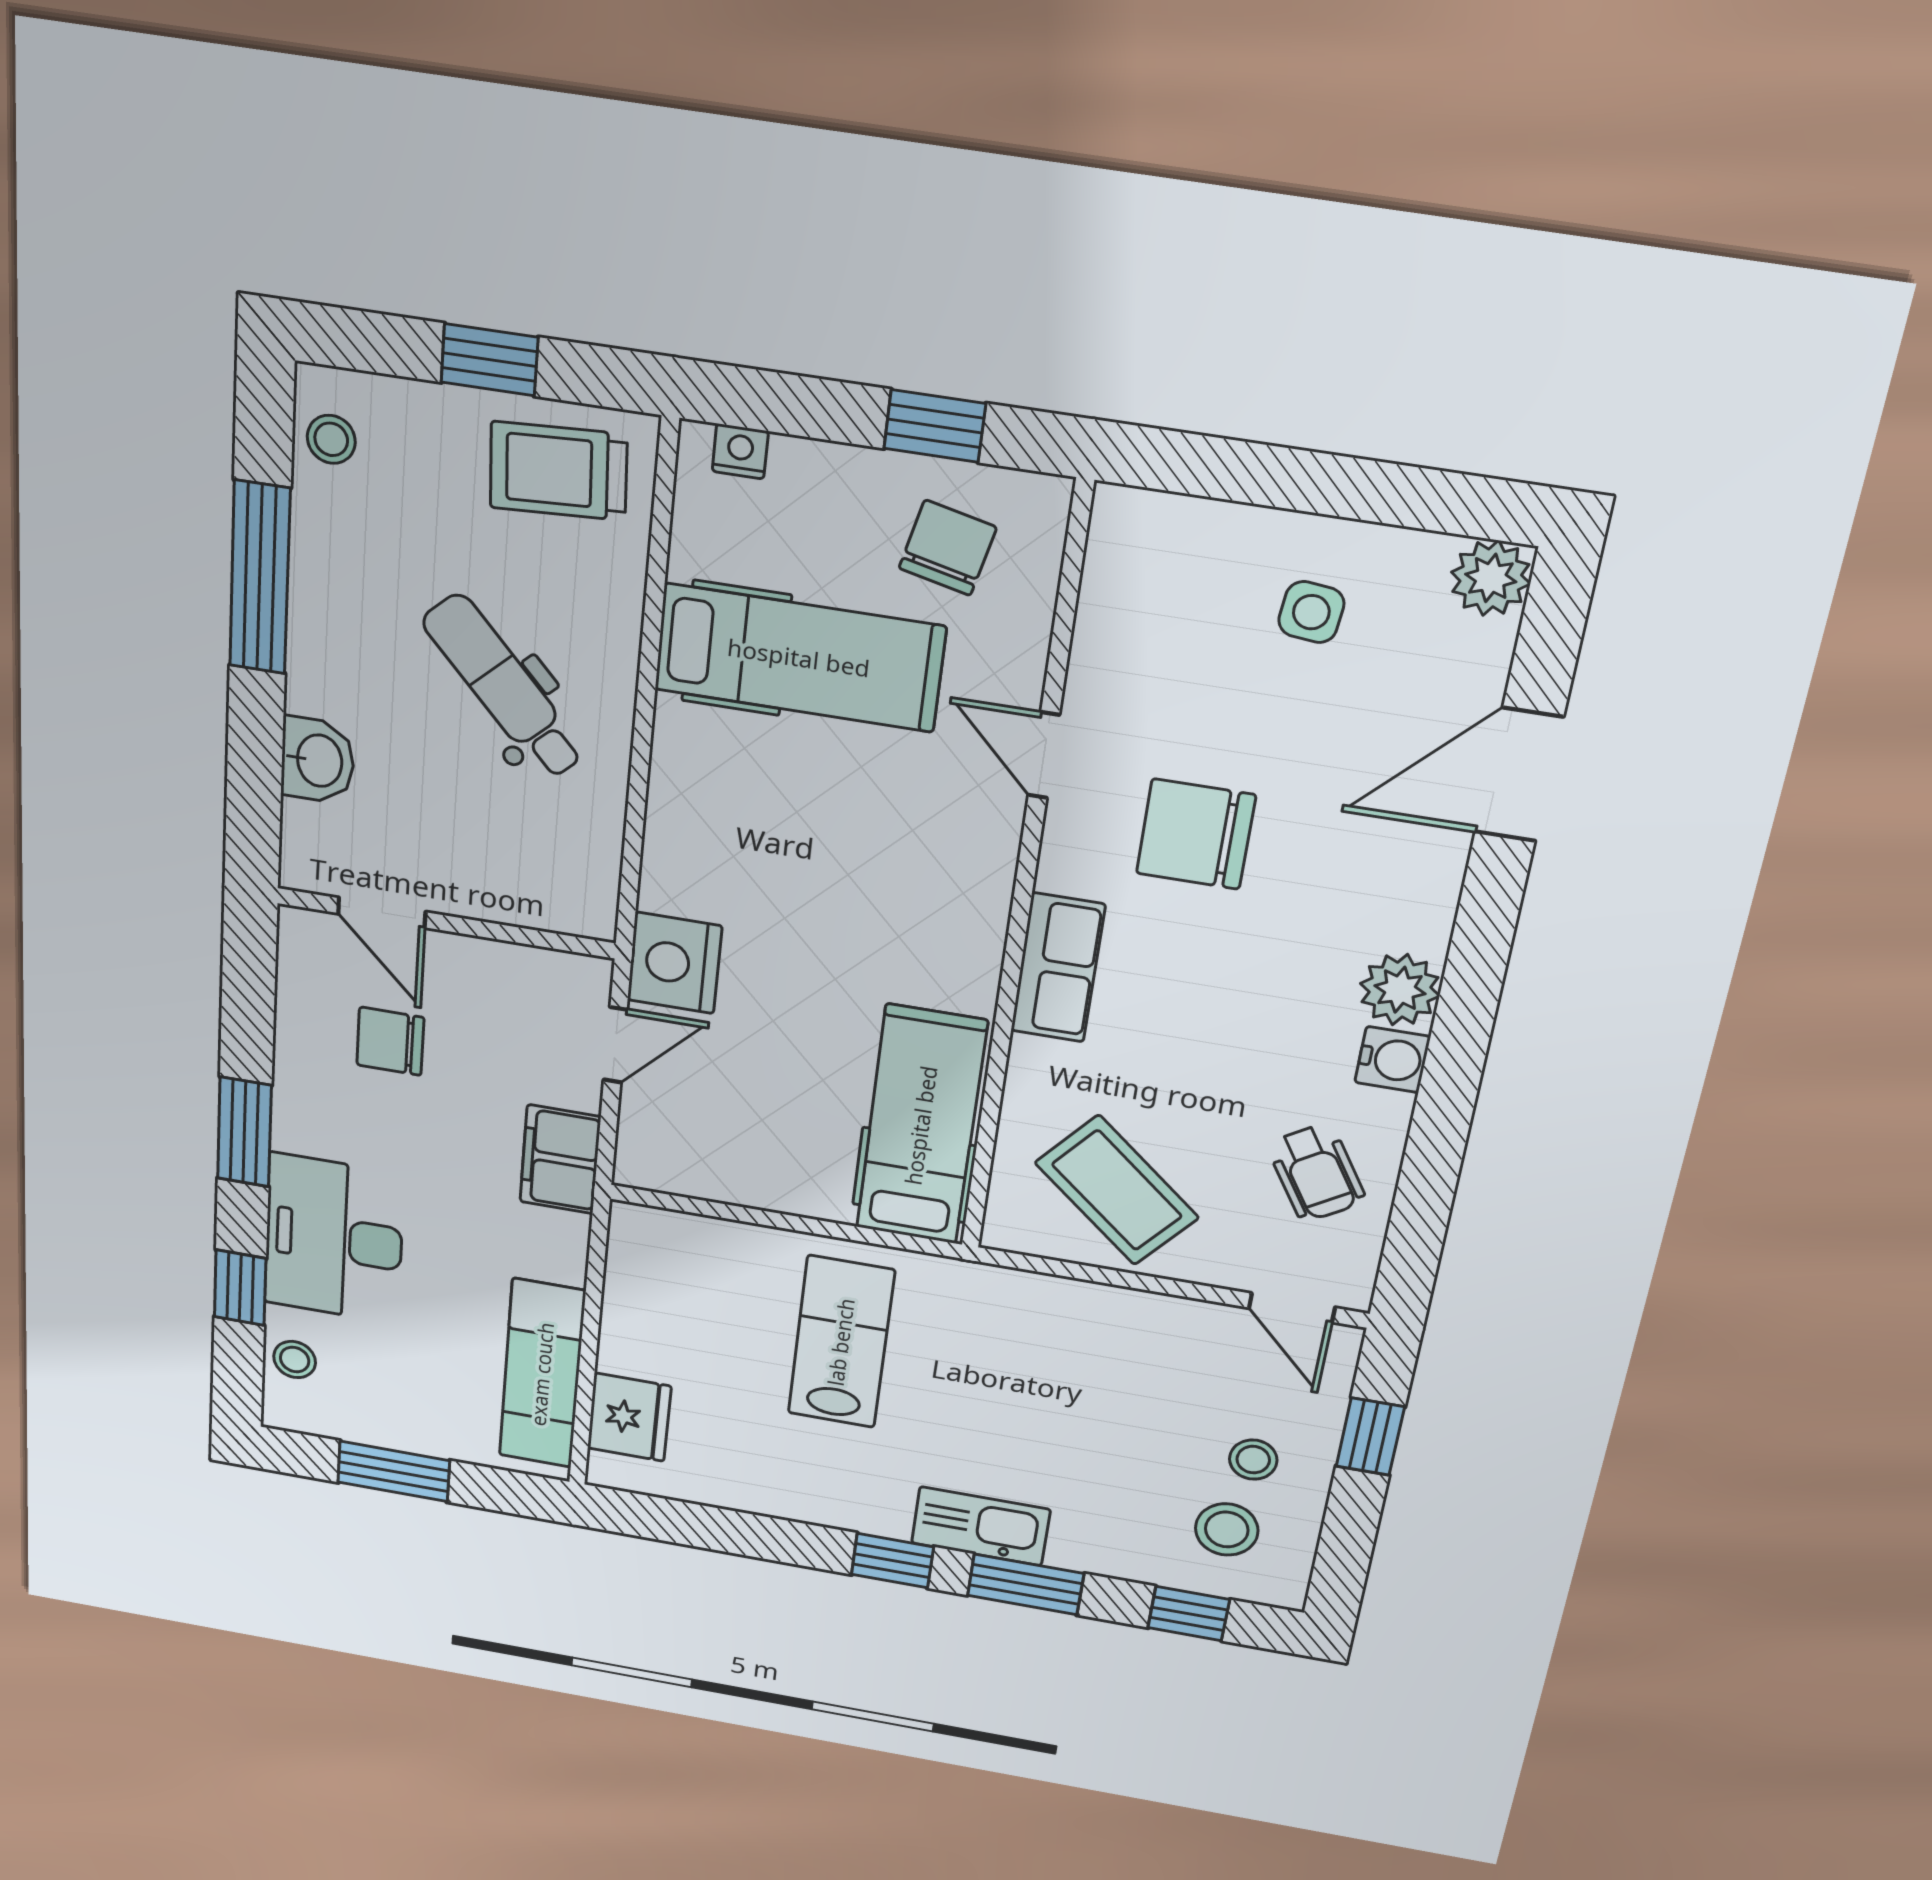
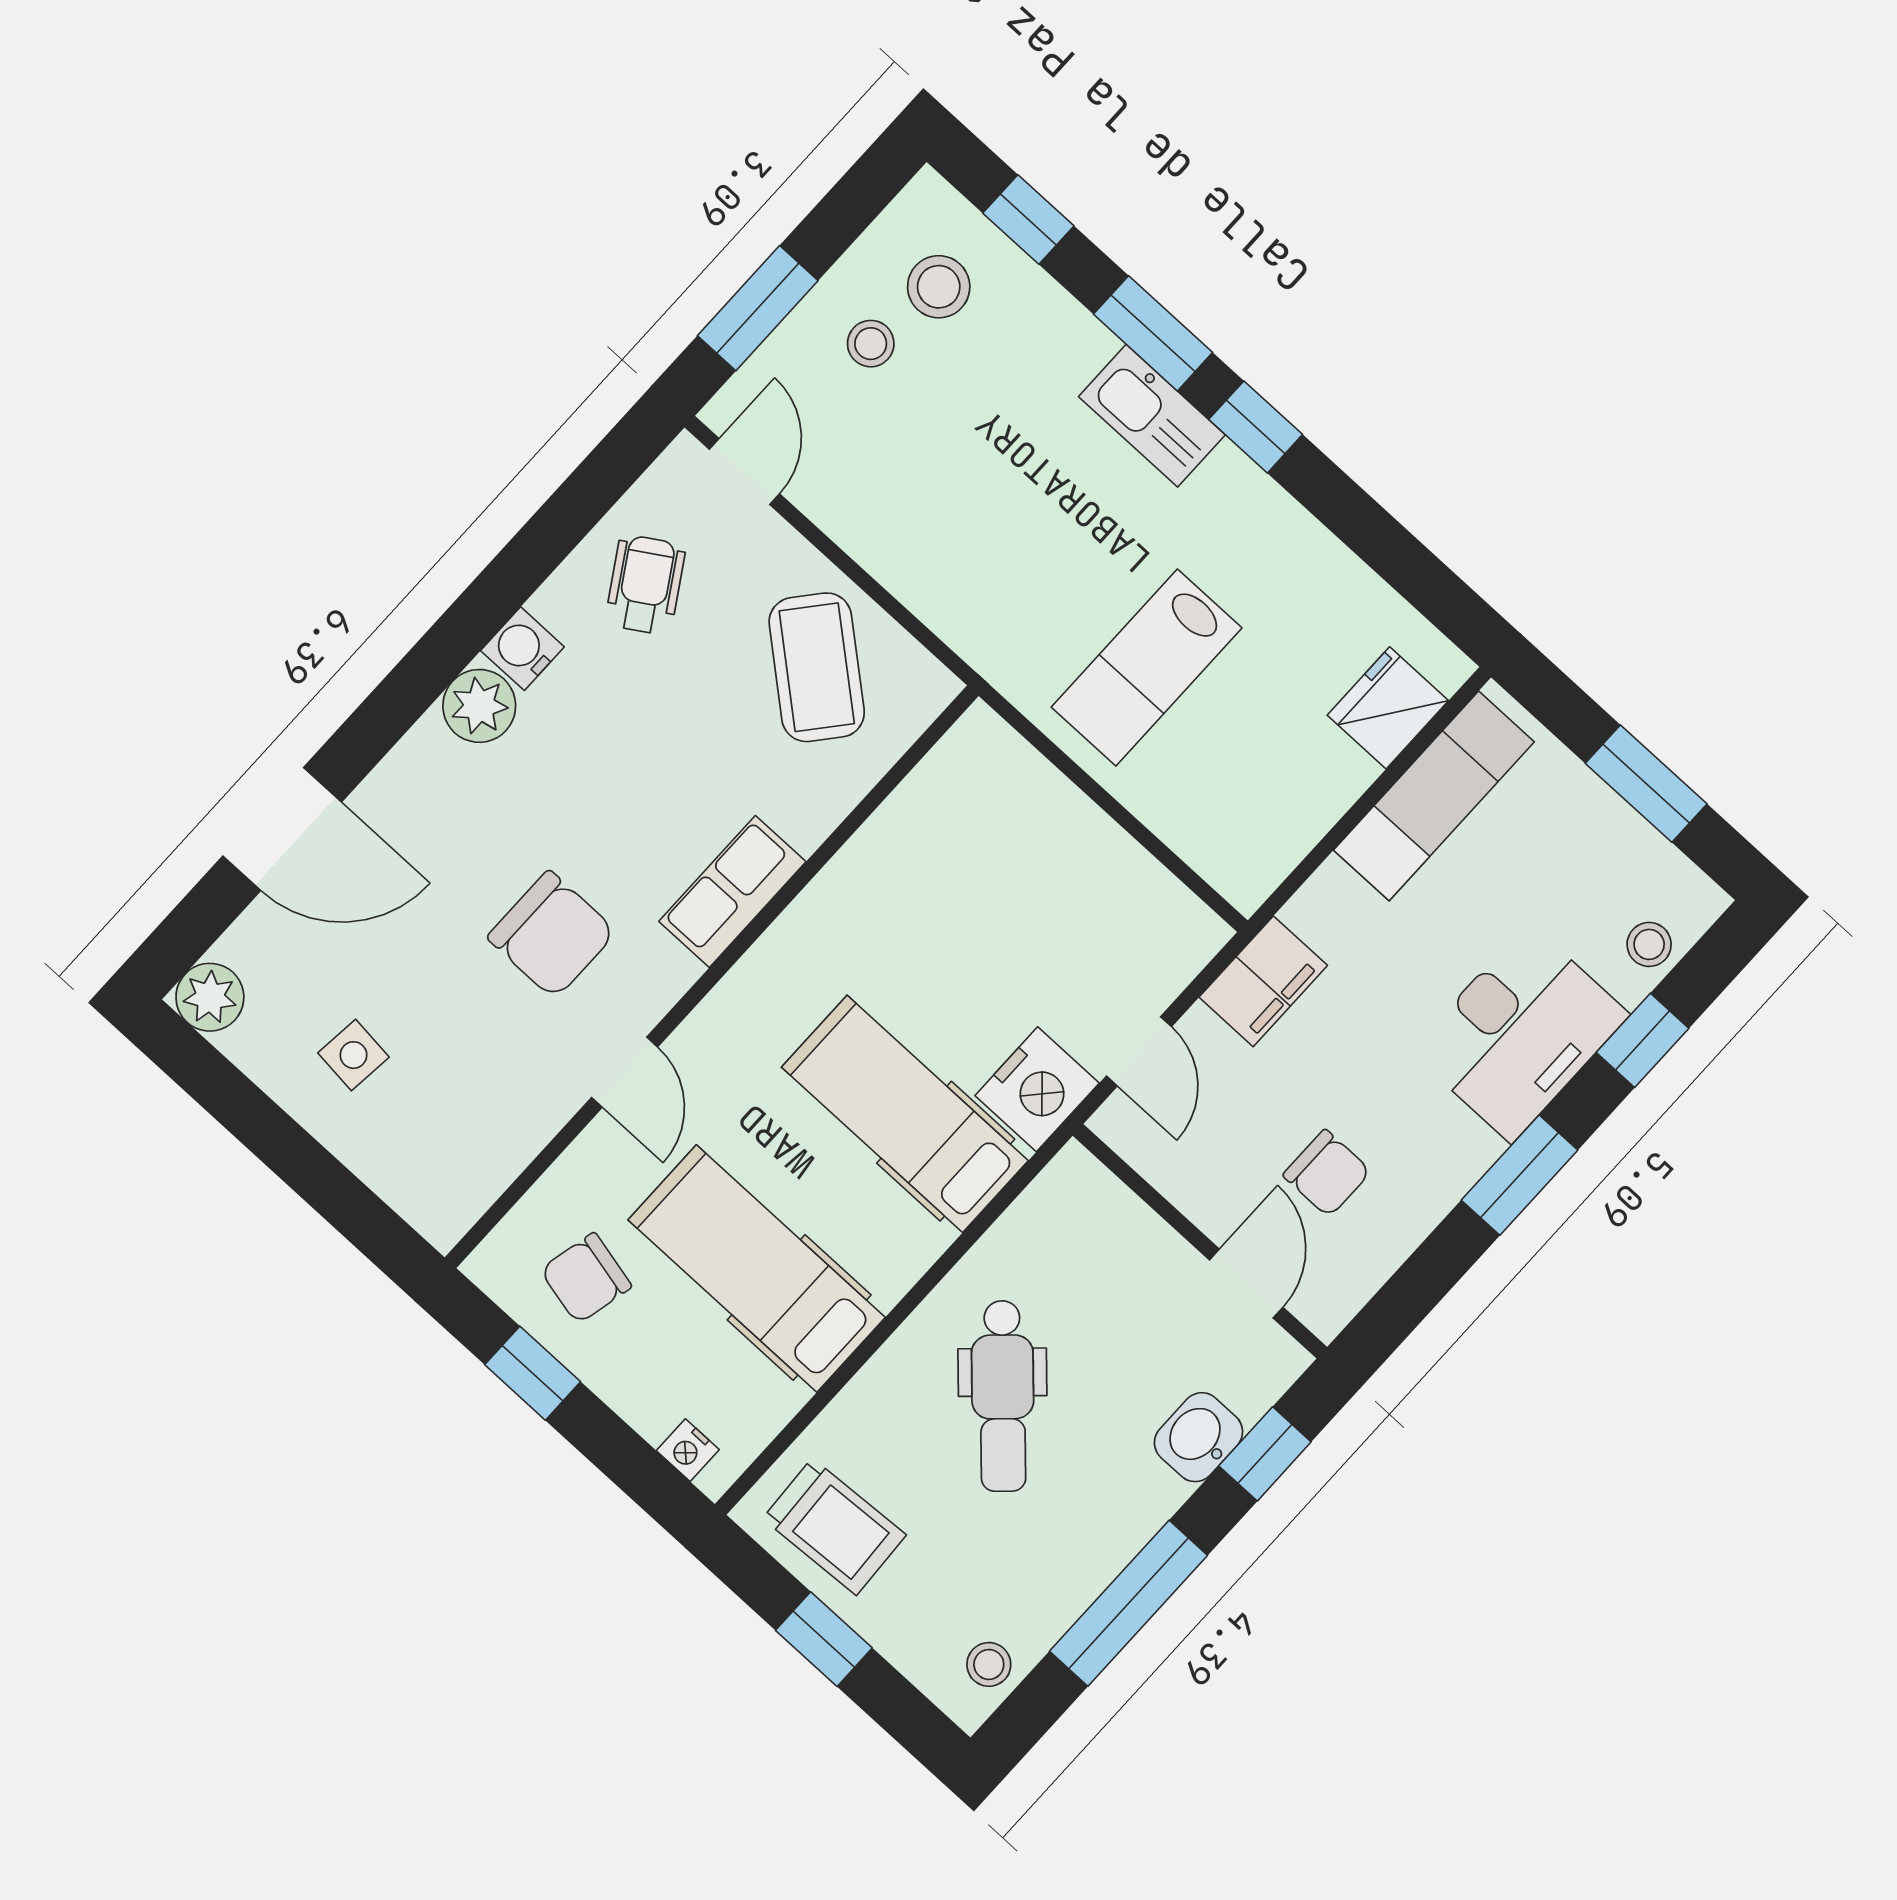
window: (254, 782) -> (1265, 1454), added
door: (615, 1045) -> (1139, 1051), swing flipped
hospital bed: (921, 1125) -> (905, 1114), moved, turned 90
window: (1370, 1437) -> (758, 308), width x1.50

